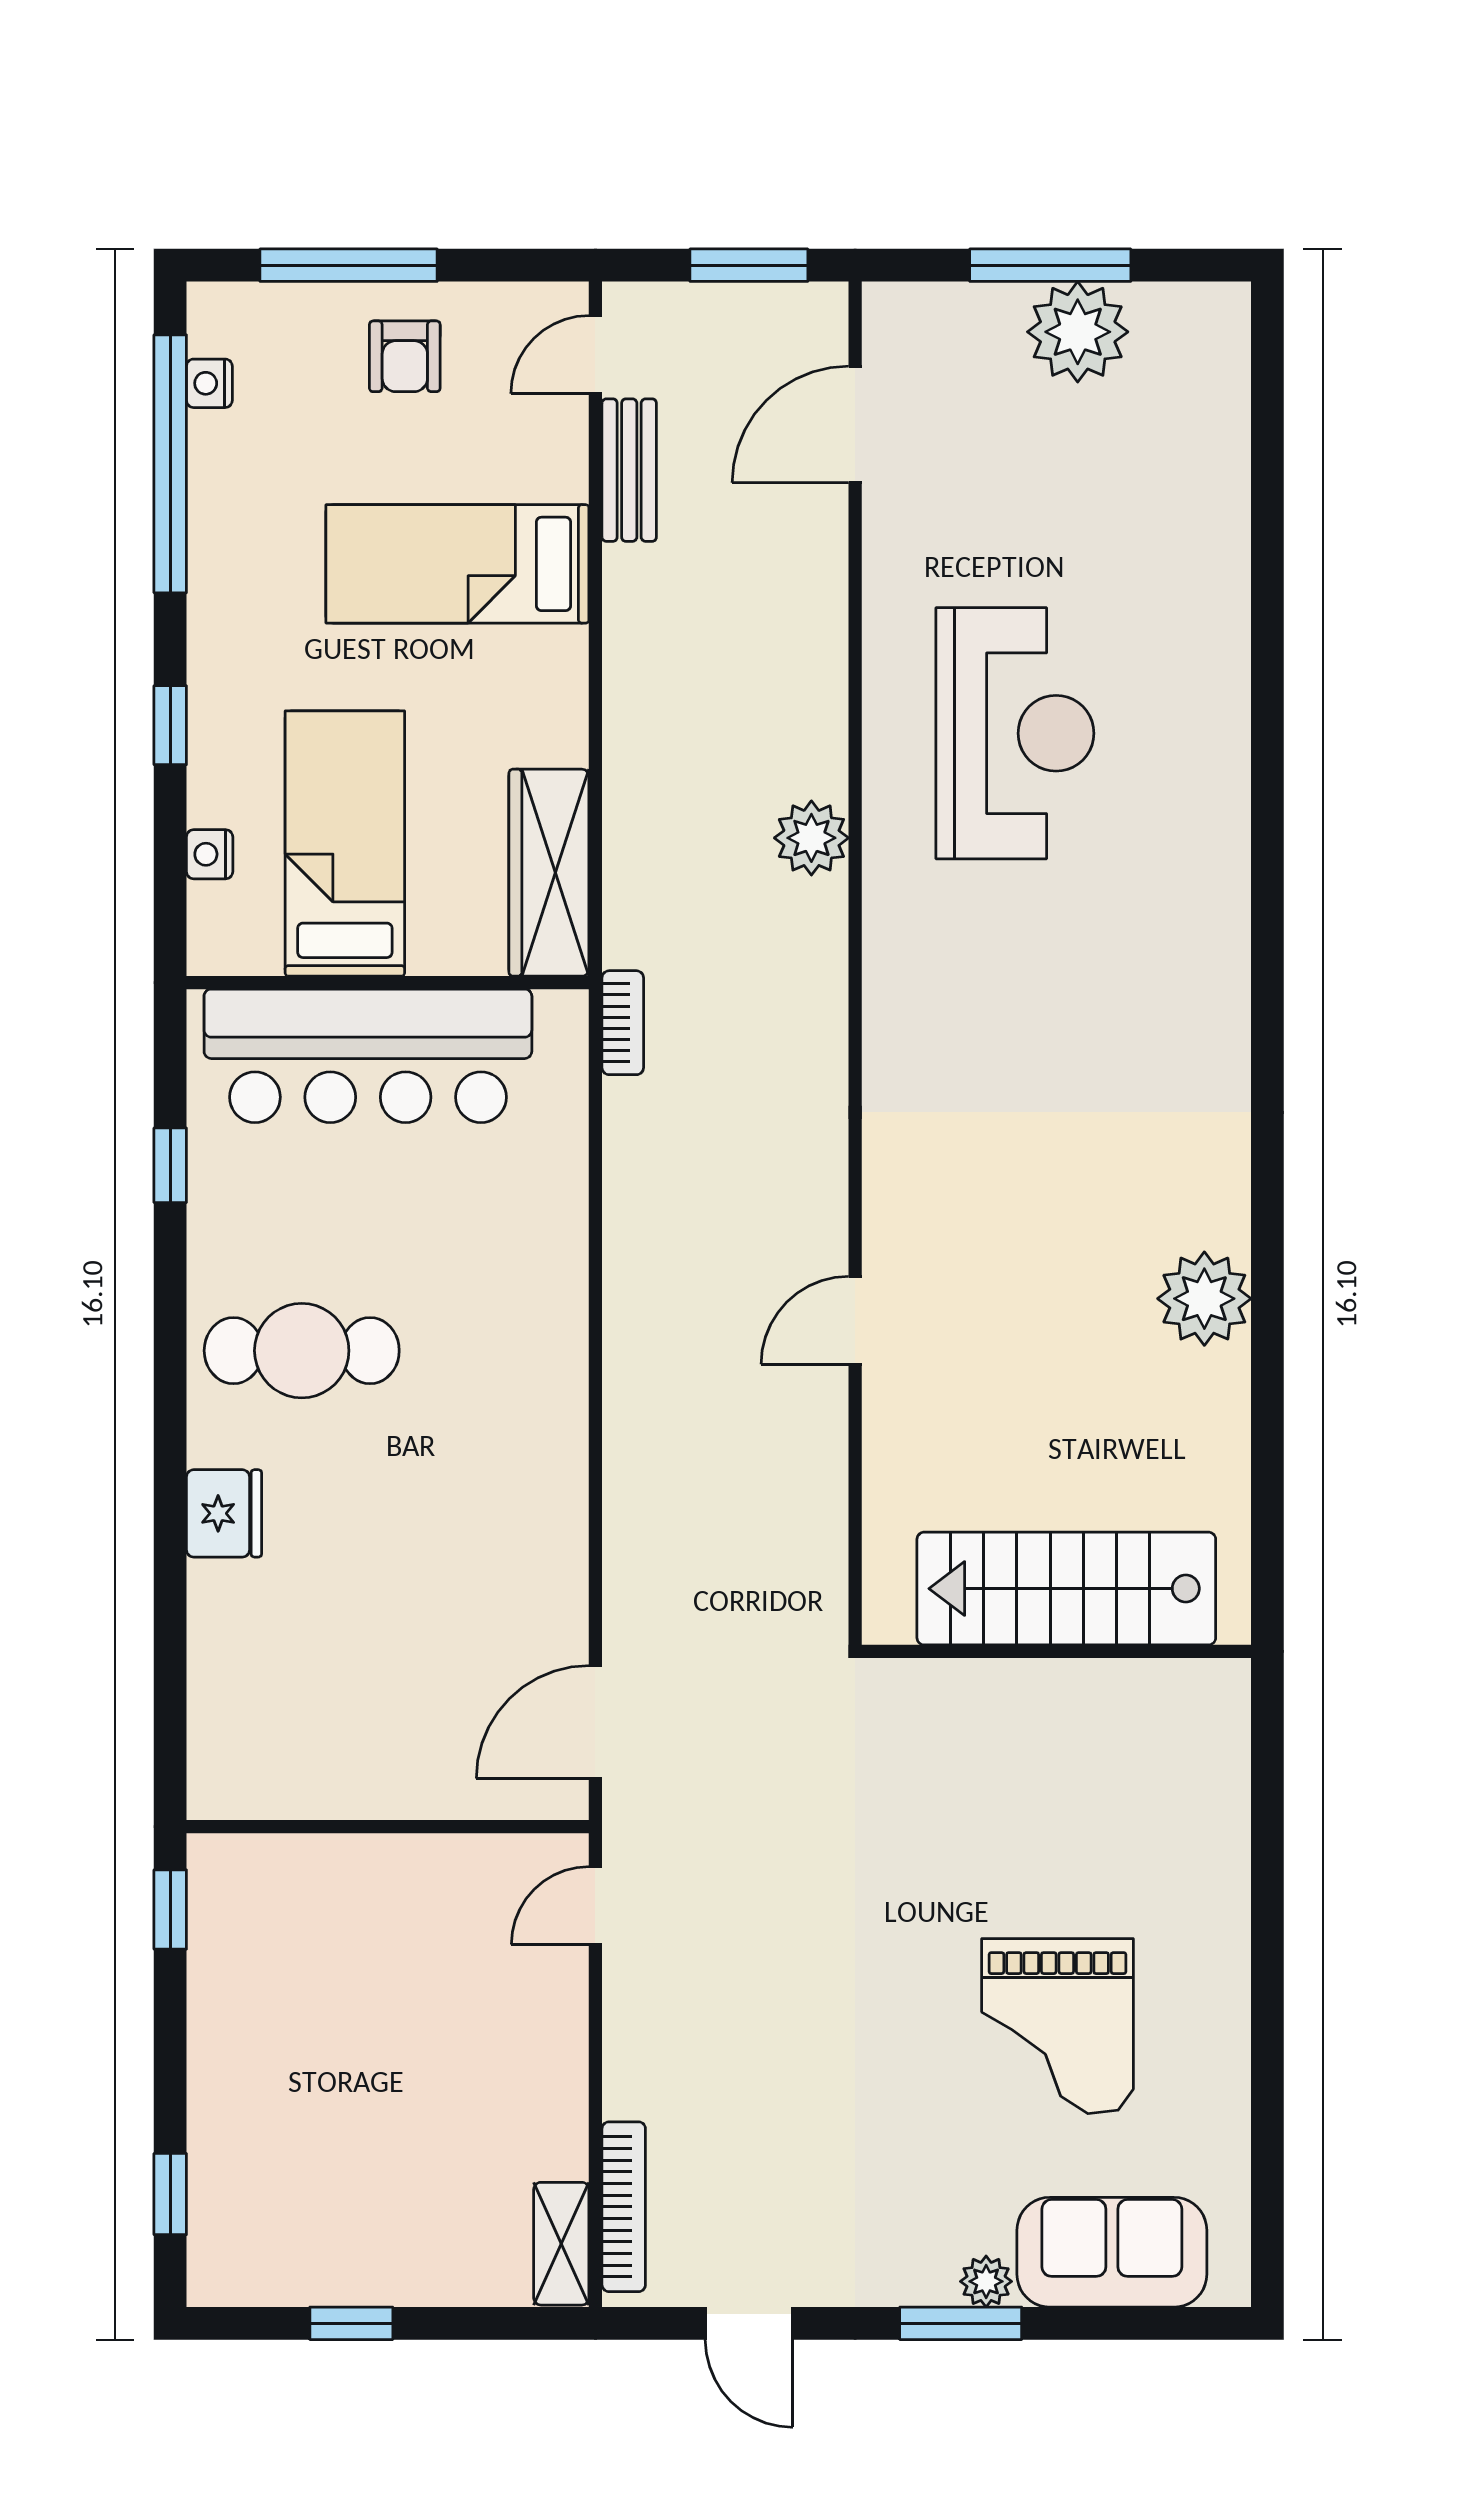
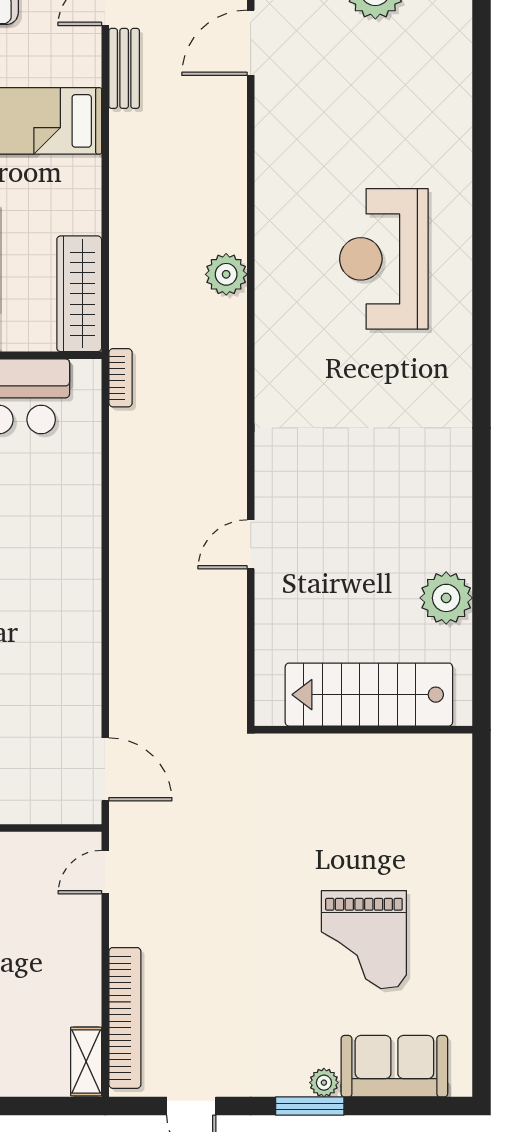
reception desk: (1015, 733) -> (384, 259), moved, turned 180
plant: (1204, 1299) -> (446, 598), moved
door: (595, 1722) -> (105, 769), swing flipped
bookcase: (624, 2207) -> (125, 1018), width x1.48, depth x1.31

